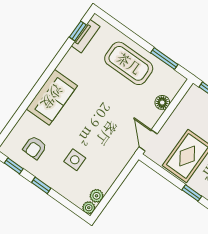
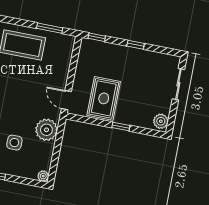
floor lamp: (162, 103) -> (64, 64), removed
plant: (97, 196) -> (46, 130), moved, width x1.87, depth x1.87

